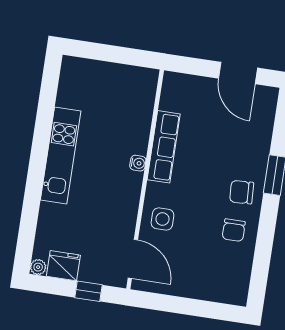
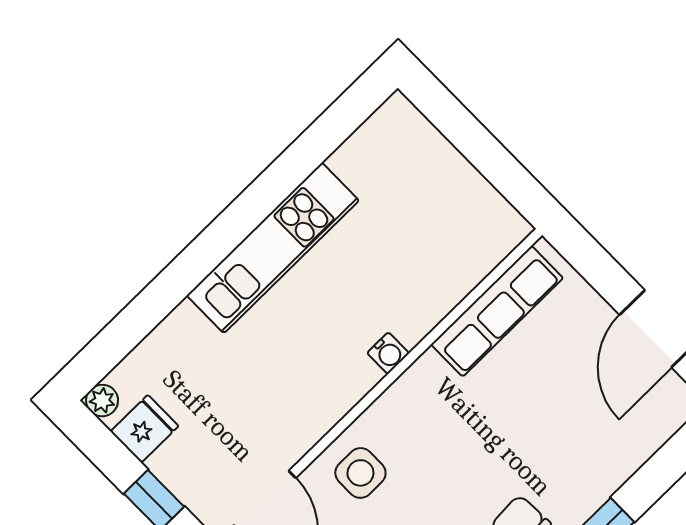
row of seats: (164, 147) -> (497, 311), moved
fridge: (63, 266) -> (144, 429), width x0.72

